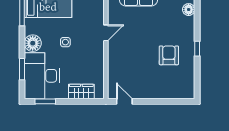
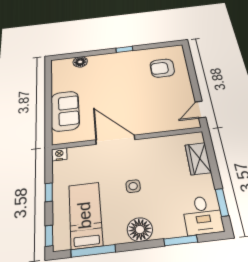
door: (106, 33) -> (115, 140), width x1.88
armchair: (169, 55) -> (162, 68), moved
desk: (42, 76) -> (203, 215), width x0.53, depth x0.77

